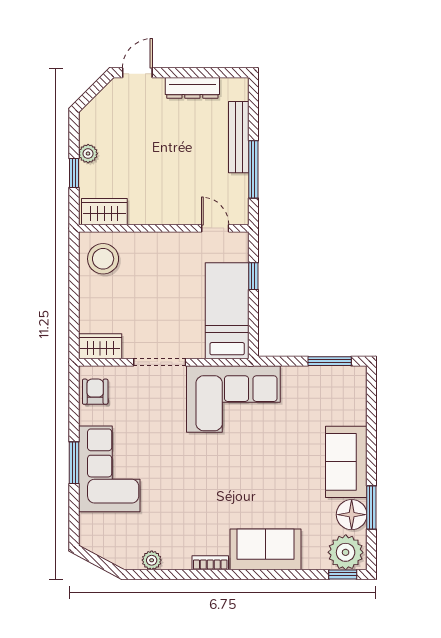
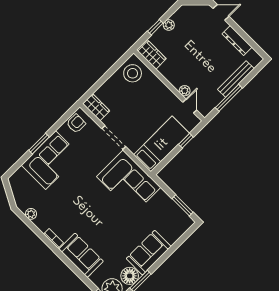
plant: (190, 216) -> (185, 91), added

